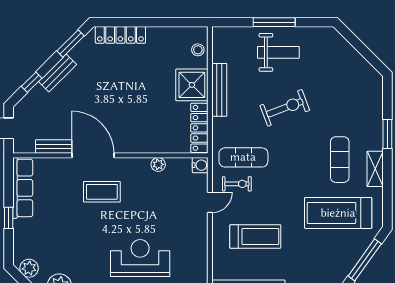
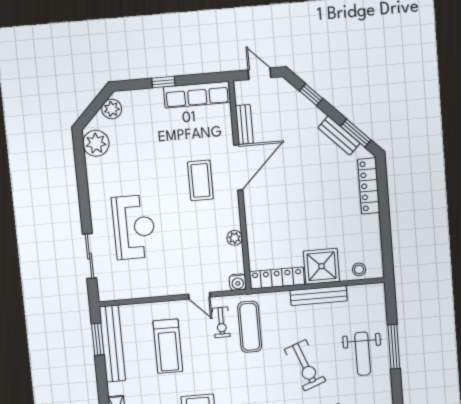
bench: (57, 73) -> (339, 135), moved

